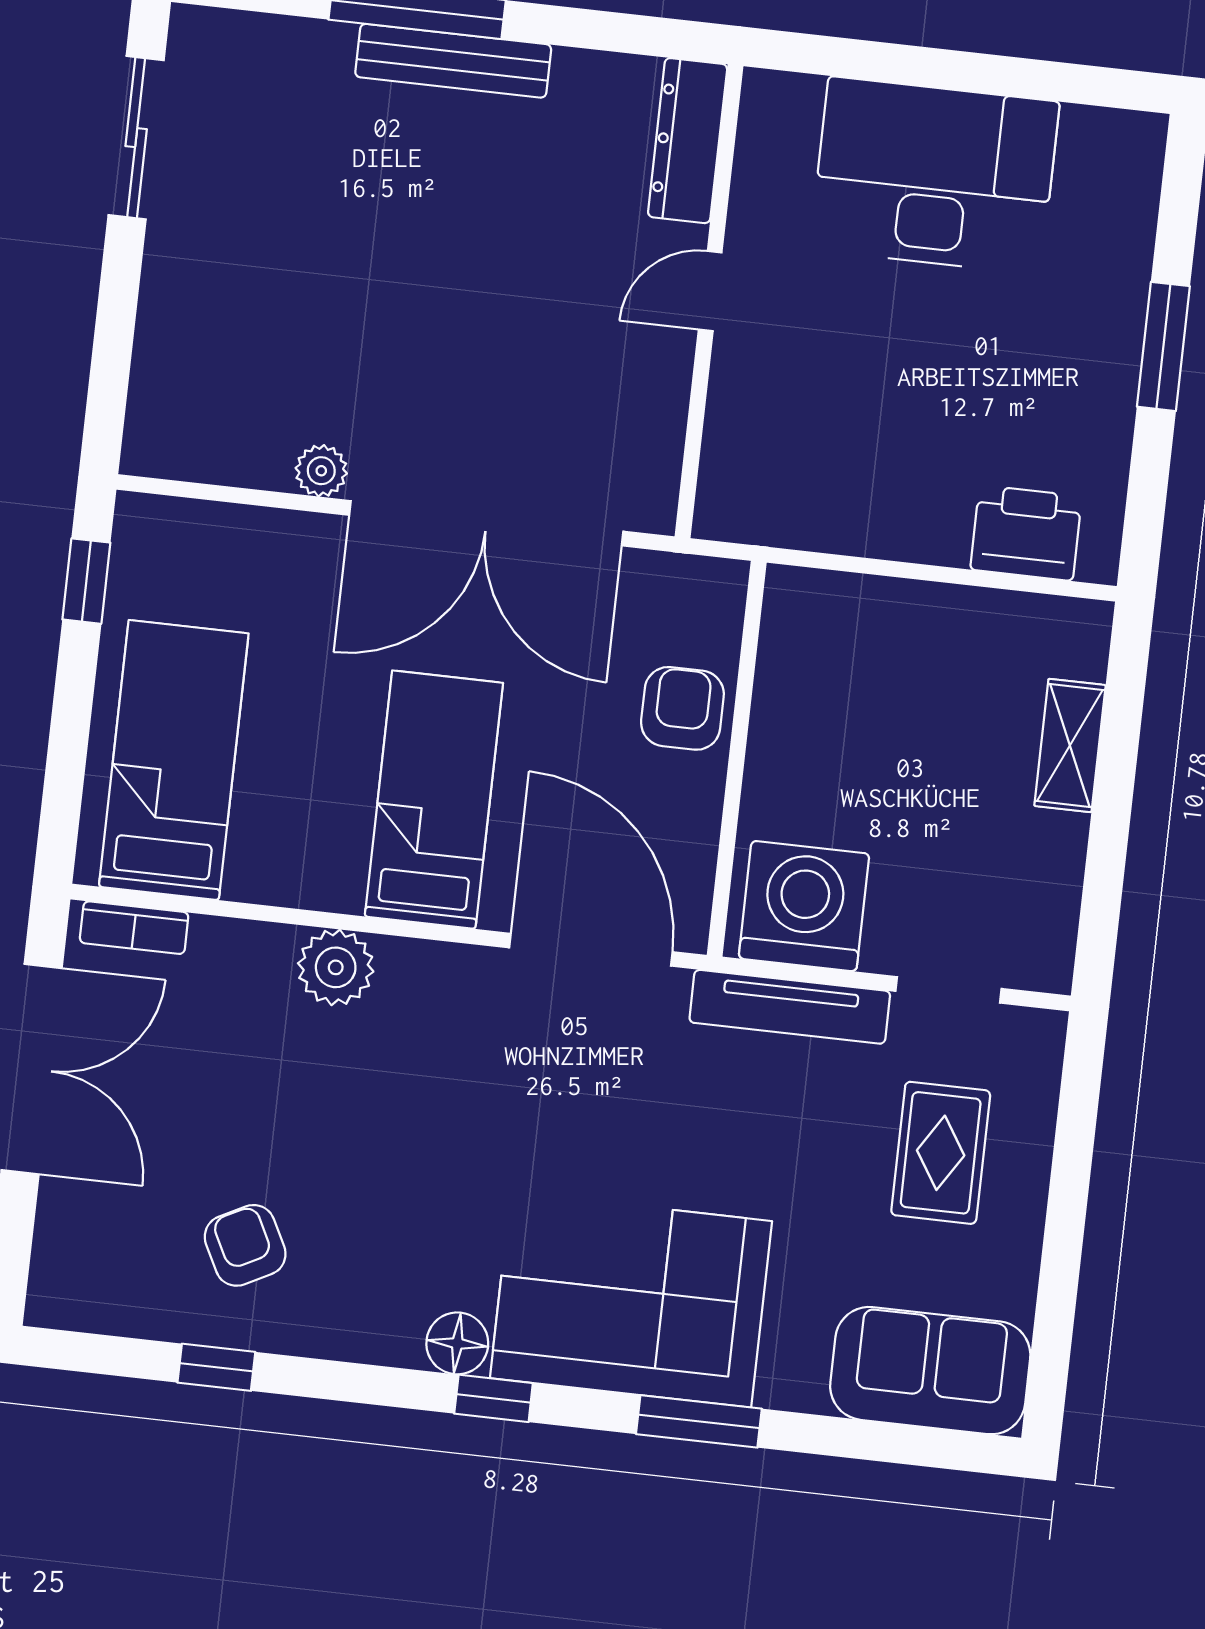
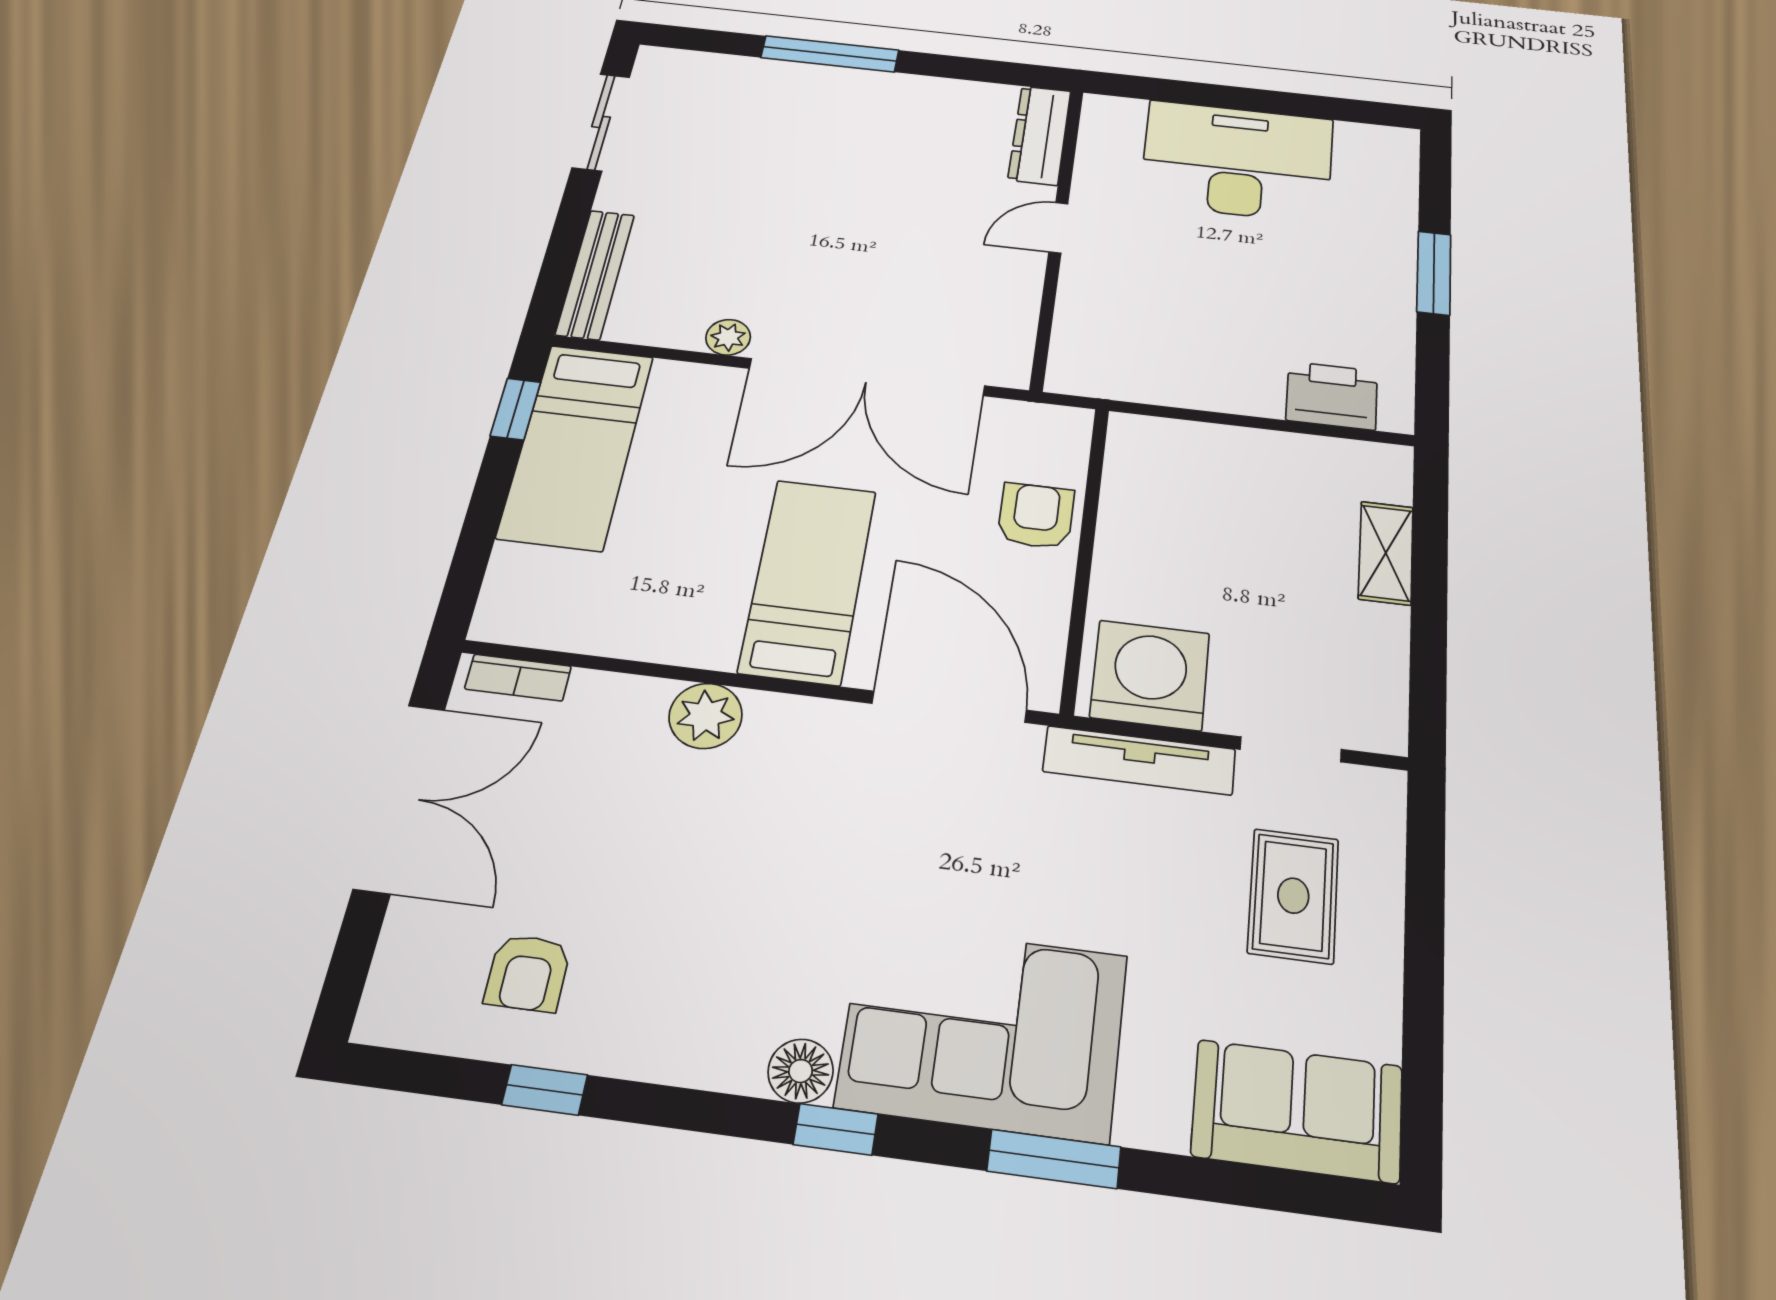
bench: (453, 61) -> (595, 274), moved, turned 90
bed: (174, 760) -> (576, 446), moved, turned 180
armchair: (245, 1245) -> (528, 973), moved, turned -153

